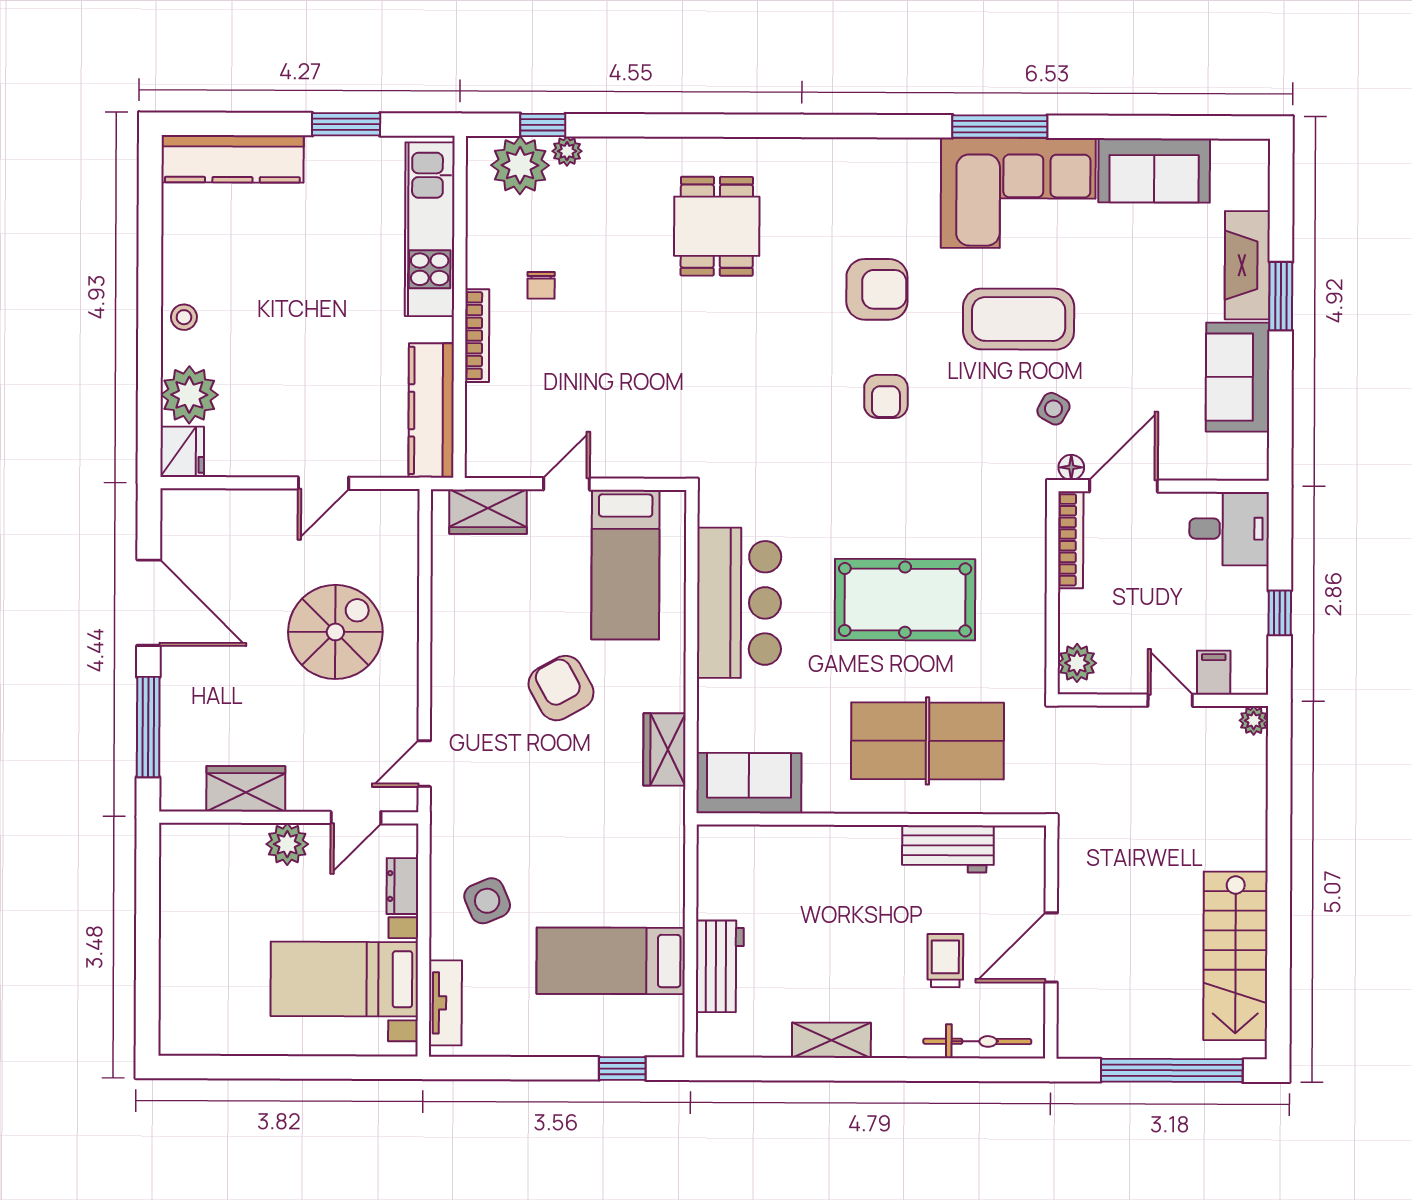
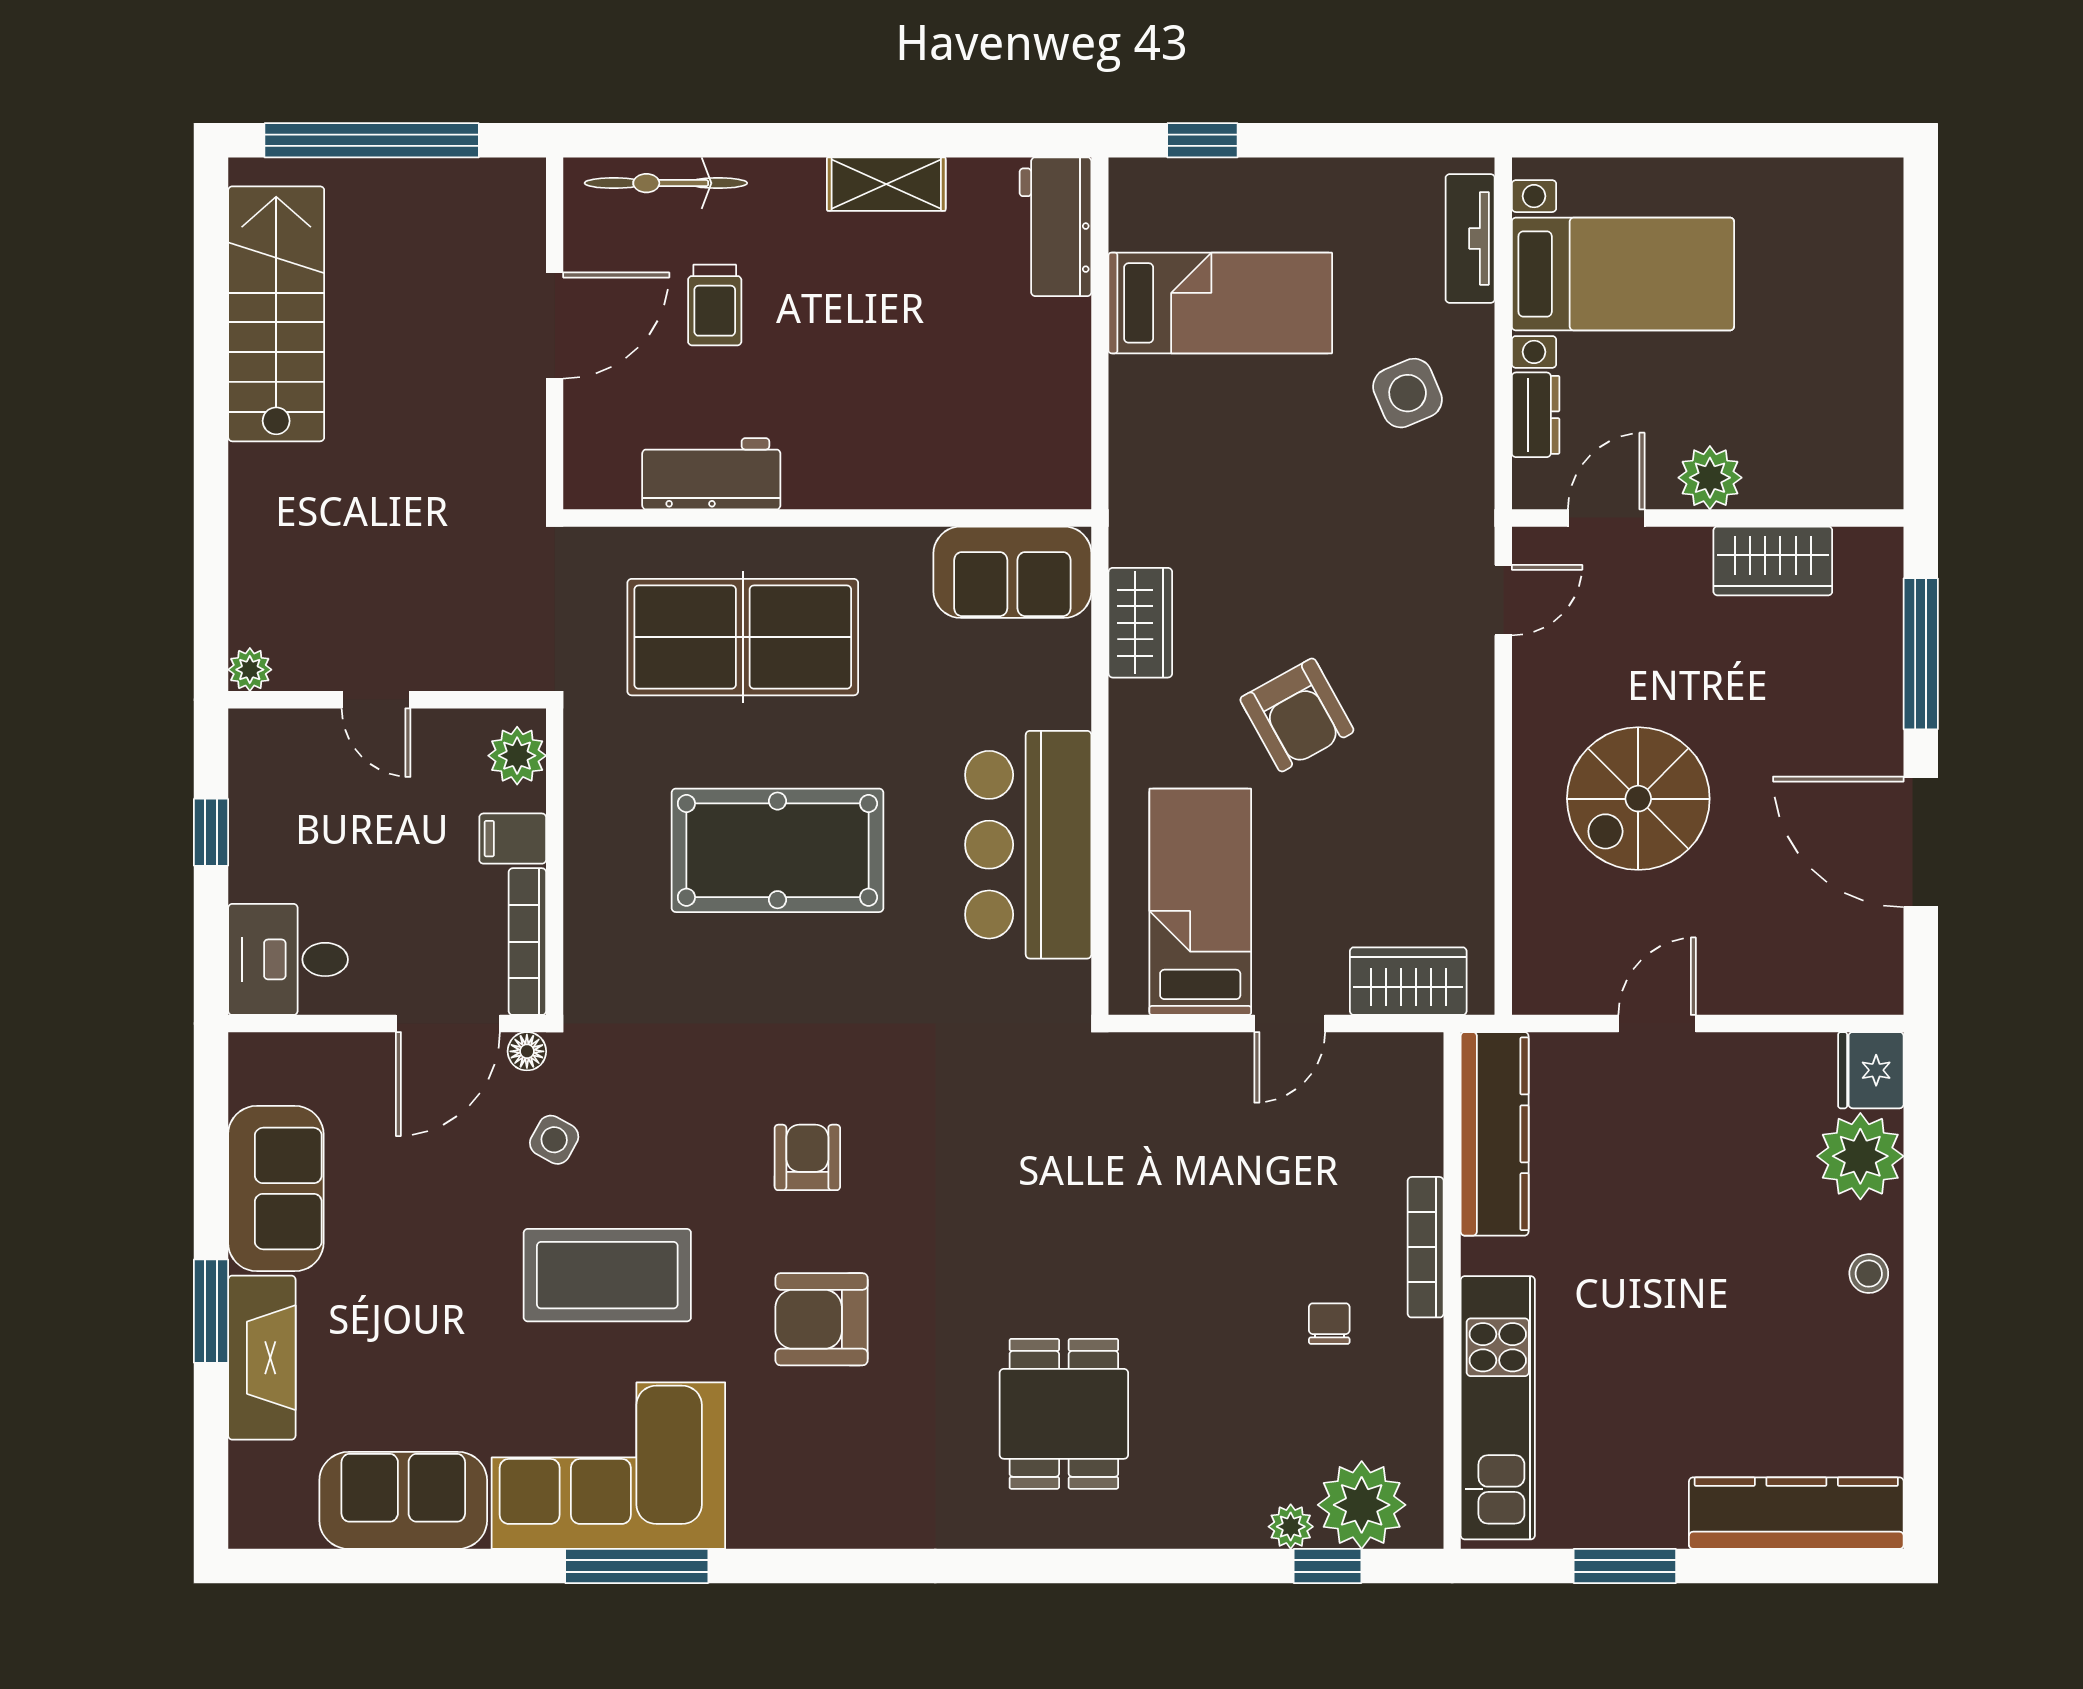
filing cabinet: (1214, 673) -> (513, 839), moved, turned 90
workbench: (720, 966) -> (1056, 227), moved

